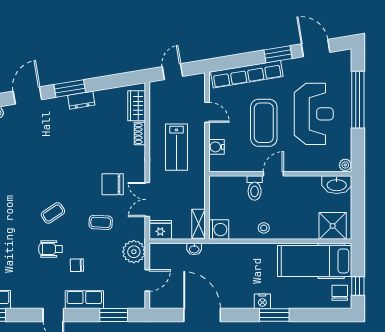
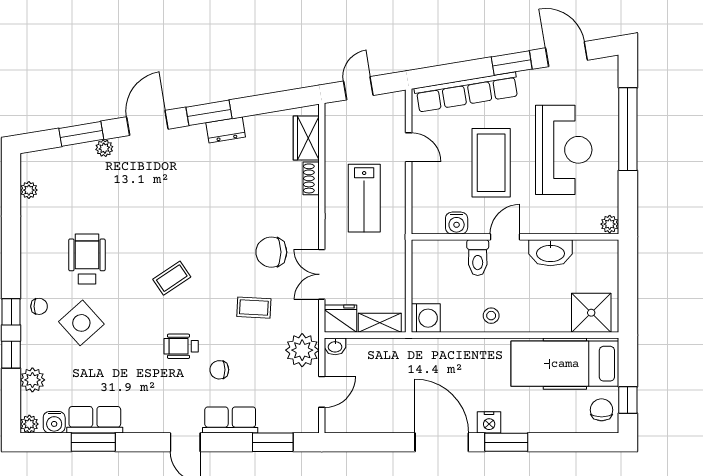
water cooler: (217, 147) -> (457, 223), moved, turned -90
washbasin: (337, 185) -> (550, 253), moved
coffee table: (53, 213) -> (172, 278), moved
shelving: (199, 224) -> (380, 323), moved, turned 90
washbasin: (194, 249) -> (335, 346), moved
door: (202, 315) -> (442, 442), moved

